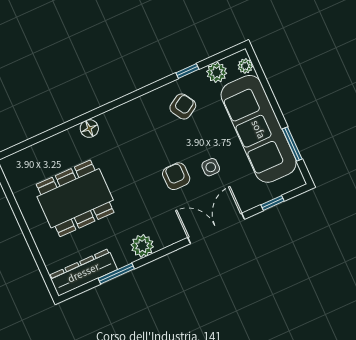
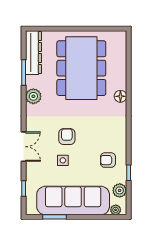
armchair: (183, 107) -> (108, 160), turned 121
armchair: (176, 176) -> (67, 137), turned -90
dining table: (75, 198) -> (81, 68), width x1.36, depth x1.24
double door: (216, 228) -> (24, 147), width x0.73

